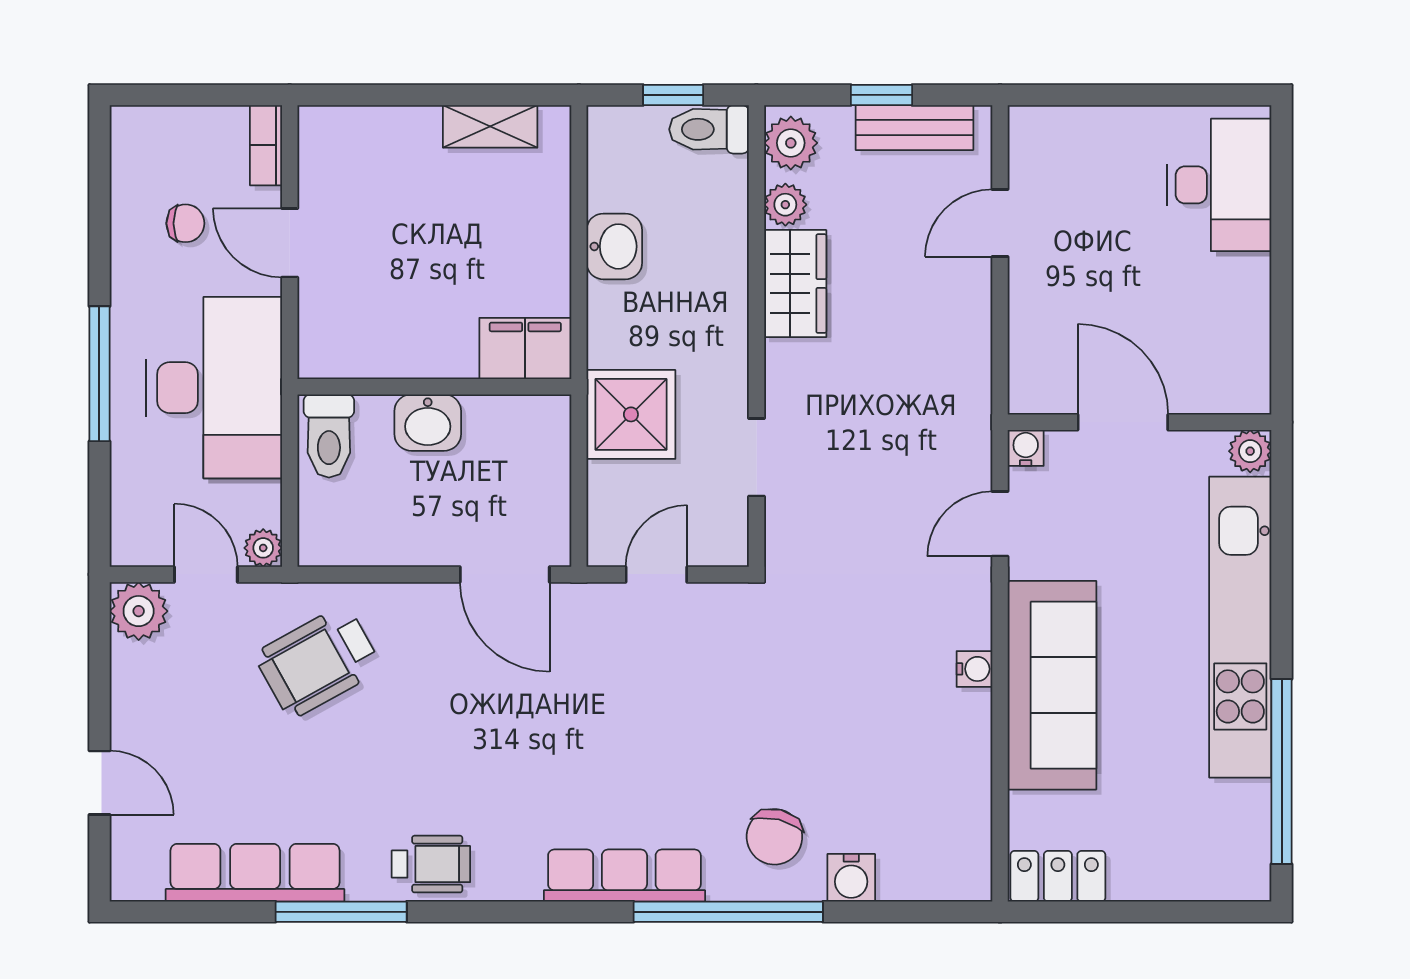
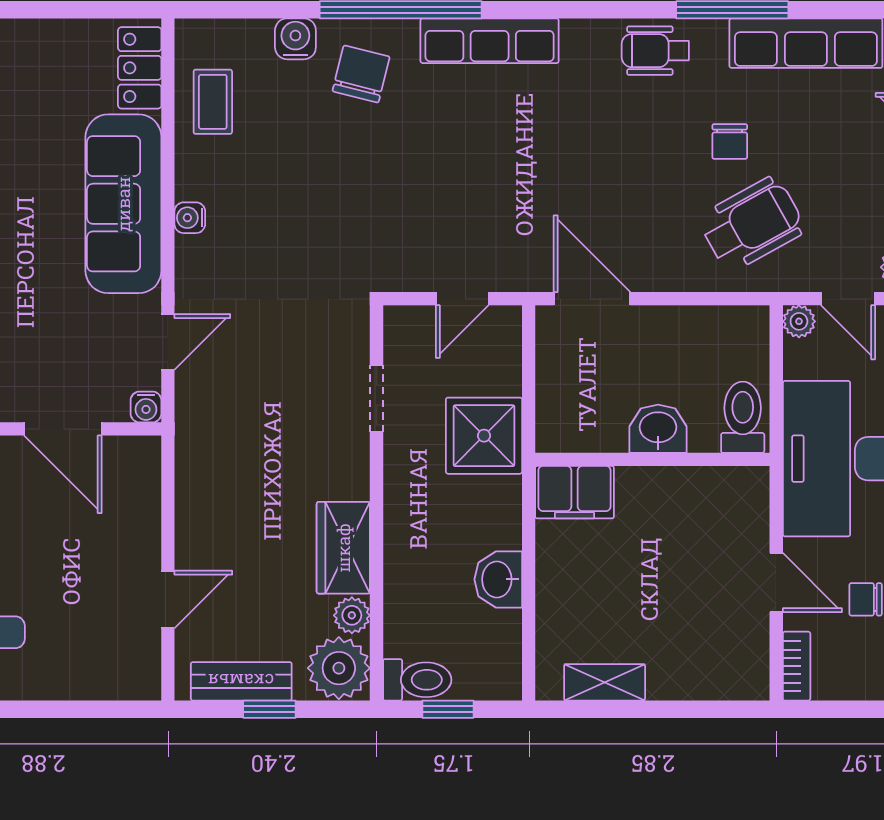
plant: (791, 143) -> (339, 668), width x1.36, depth x1.36
chair: (344, 758) -> (730, 142), added
coffee table: (948, 804) -> (213, 102), added
locker: (1058, 876) -> (140, 68), moved, turned 90

